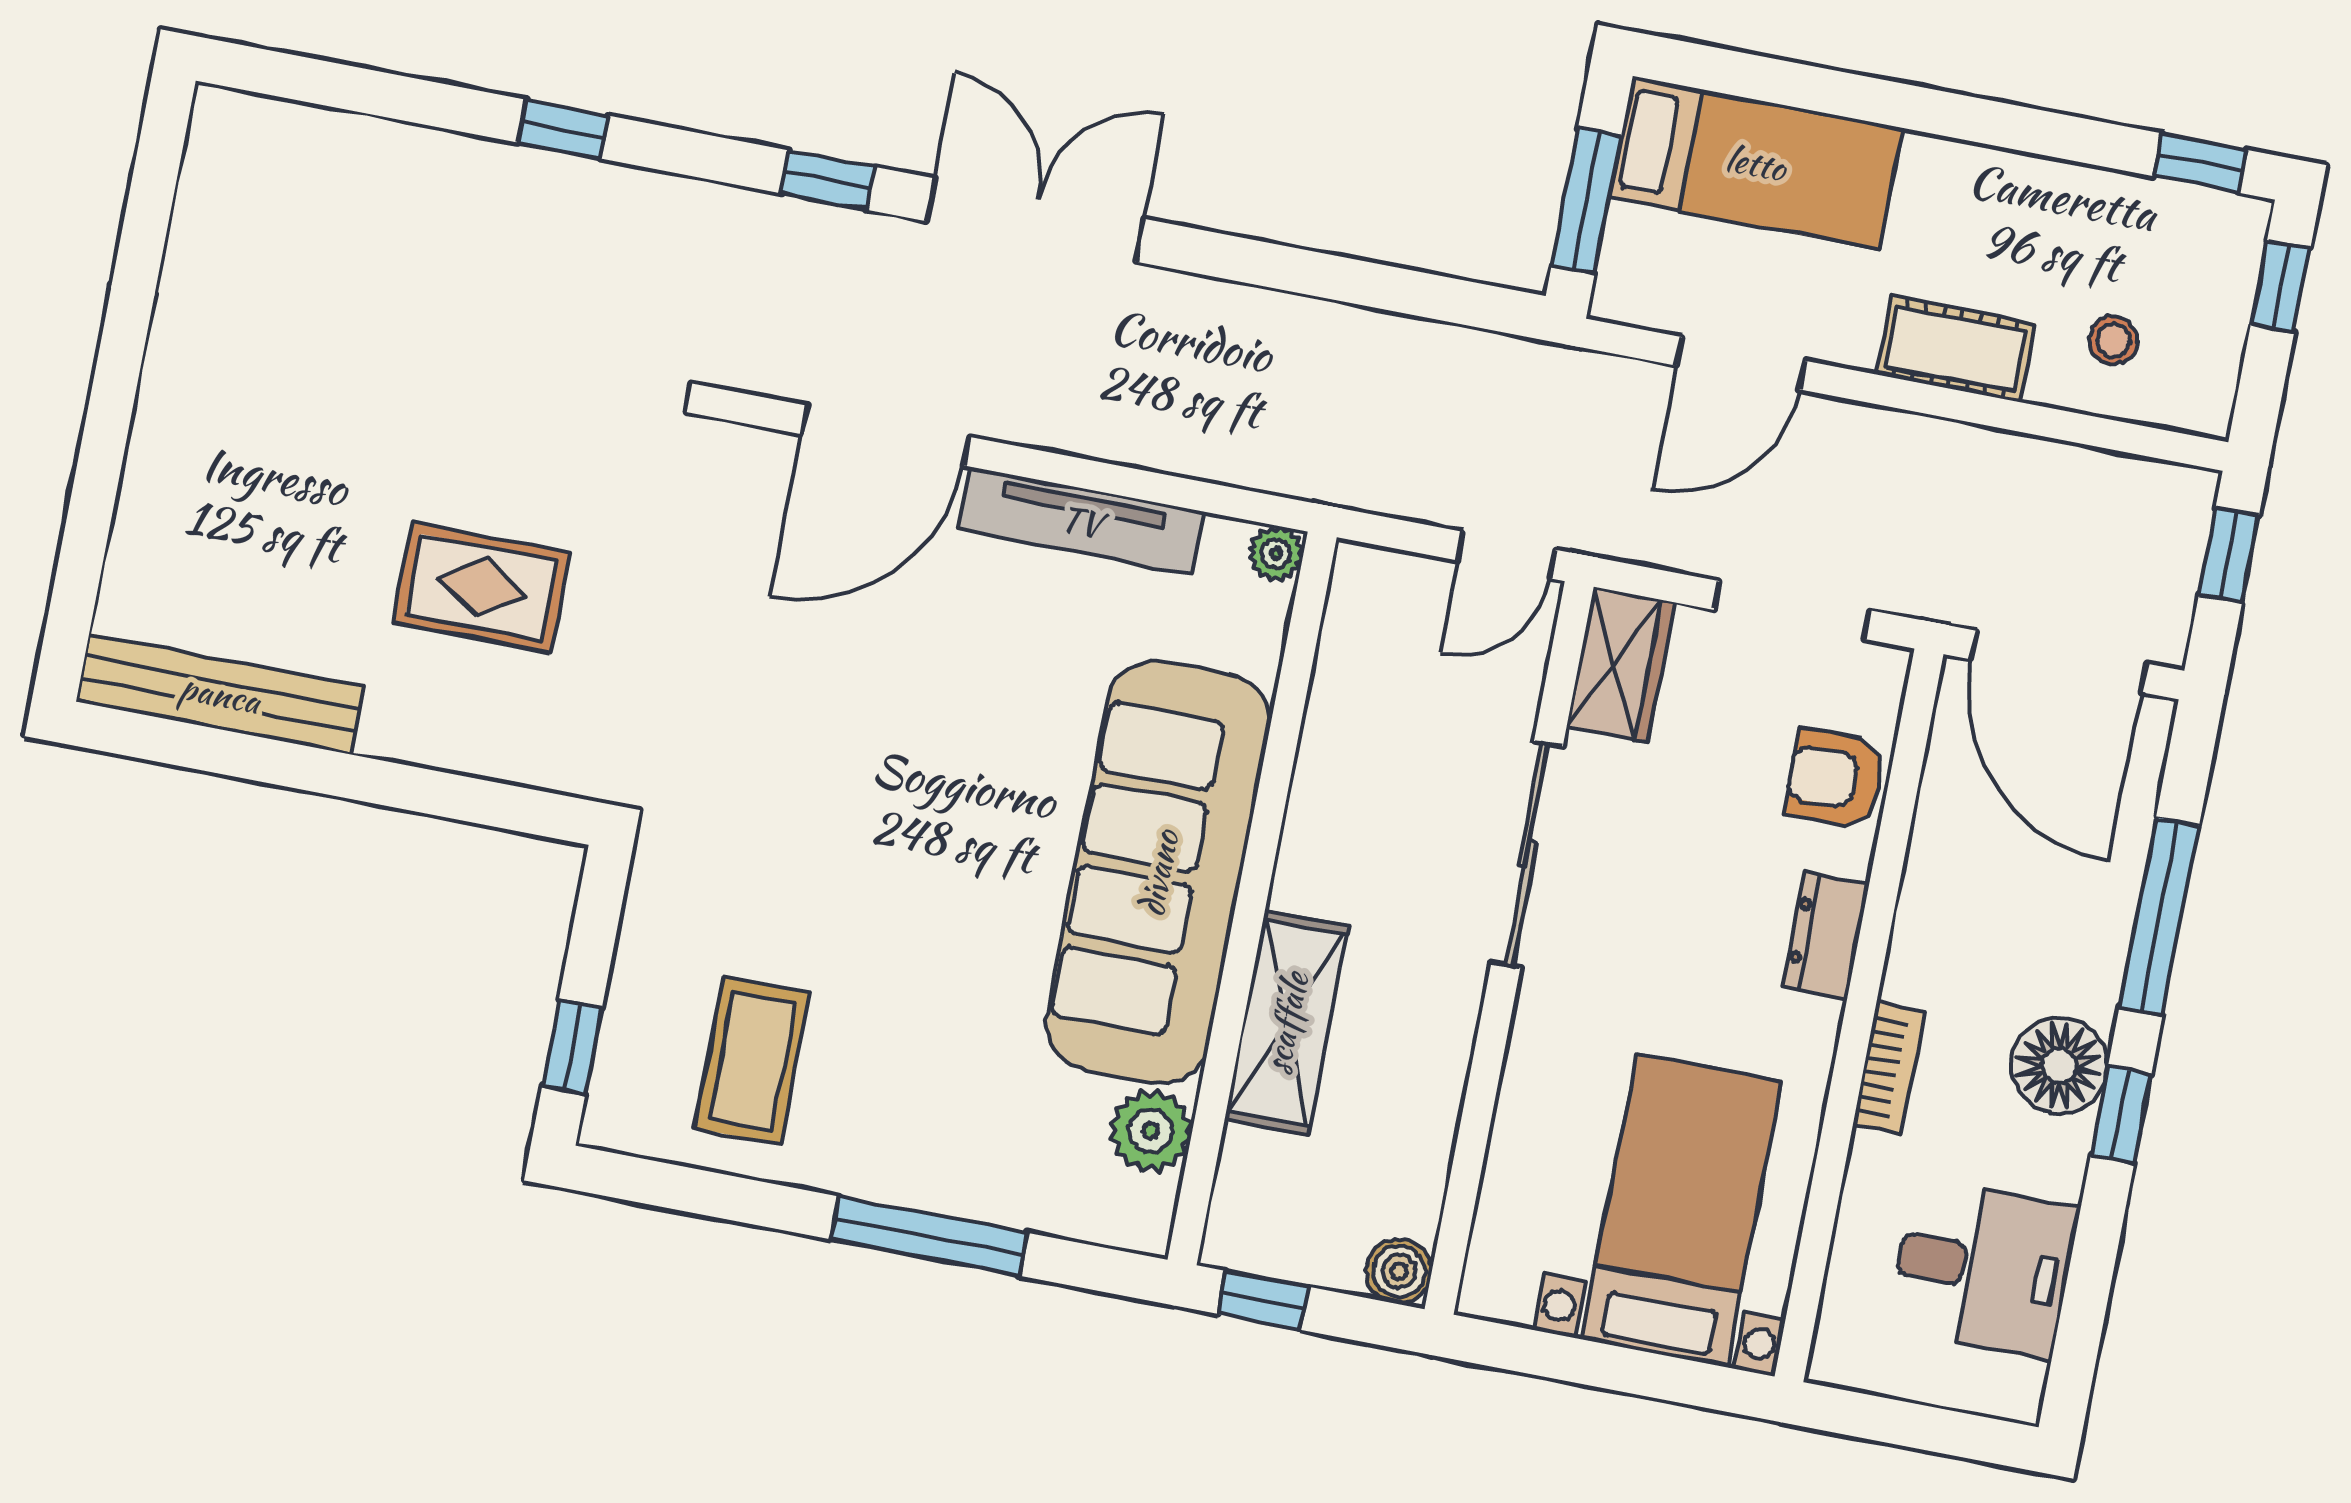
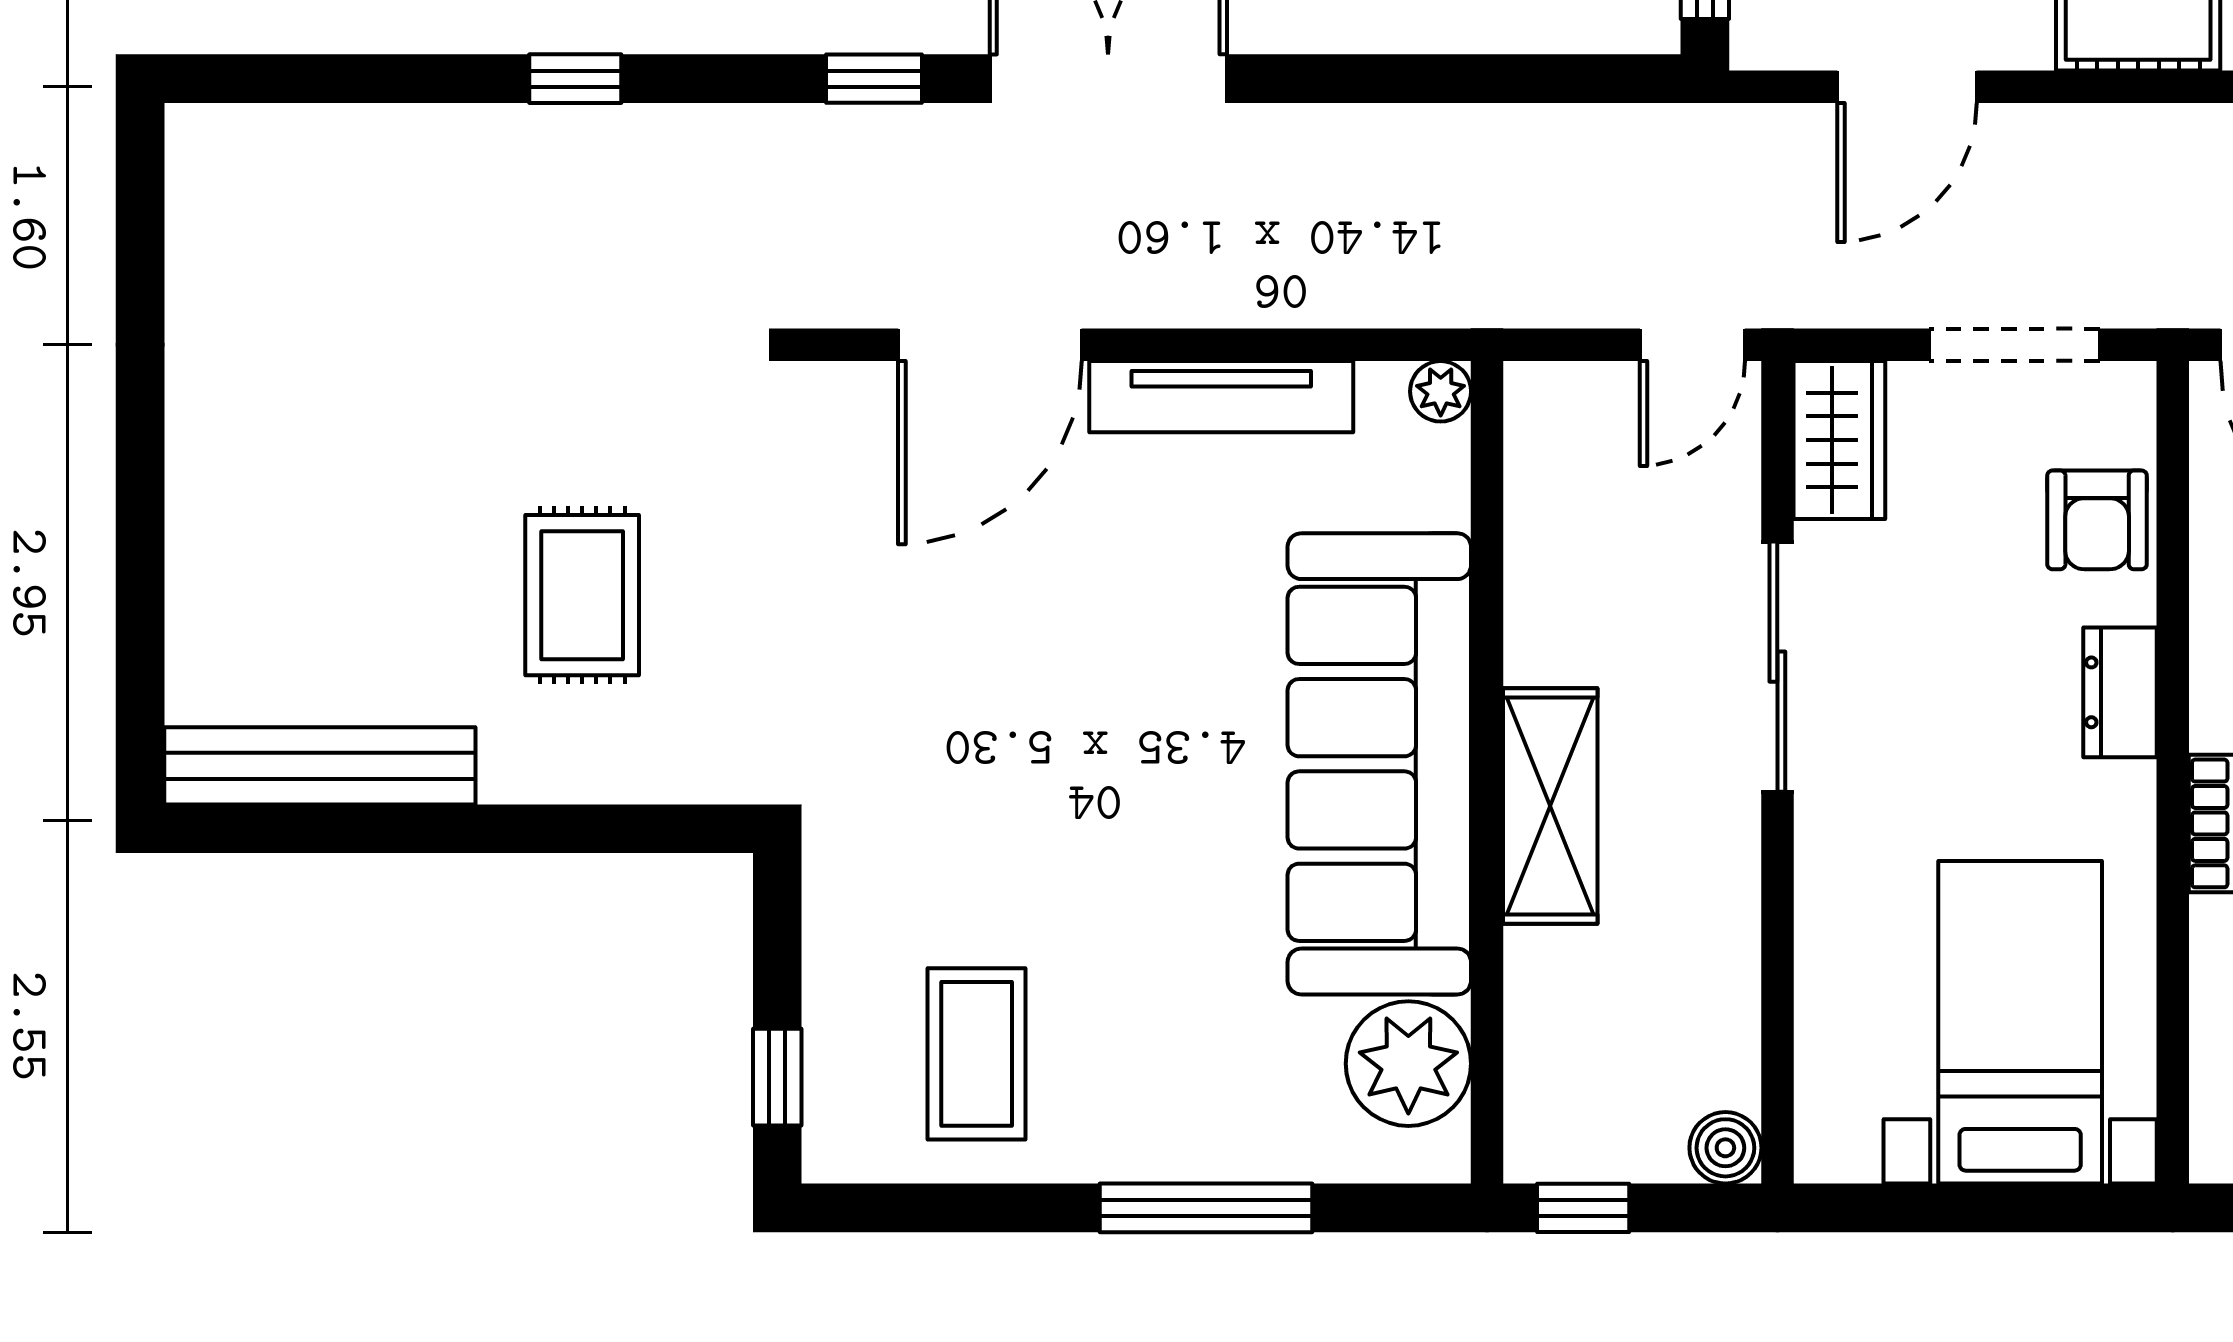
rug: (481, 587) -> (582, 595), turned 90
armchair: (1835, 779) -> (2097, 520), turned -90
shelving: (1286, 1023) -> (1550, 806), moved
plant: (1151, 1131) -> (1408, 1064), width x1.36, depth x1.36

